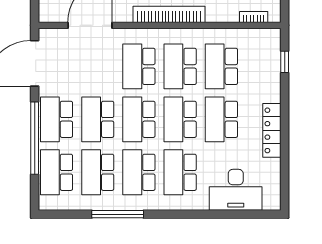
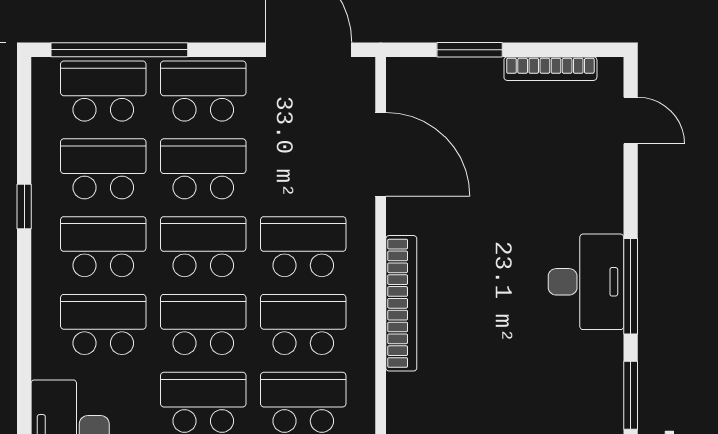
window: (35, 138) -> (119, 50), moved
window: (118, 214) -> (24, 206), width x0.46

